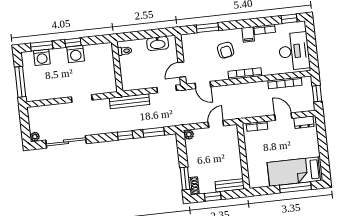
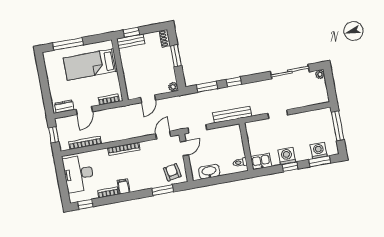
kitchen sink: (103, 50) -> (261, 161), added
armchair: (226, 50) -> (172, 172), moved
door: (203, 85) -> (163, 135), hinge flipped
door: (283, 117) -> (84, 110), hinge flipped
bed: (295, 171) -> (90, 64), moved, turned 180
window: (185, 178) -> (176, 56), moved
window: (213, 196) -> (131, 32), moved

